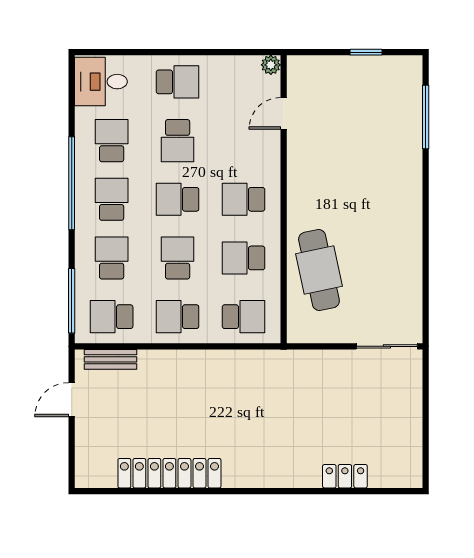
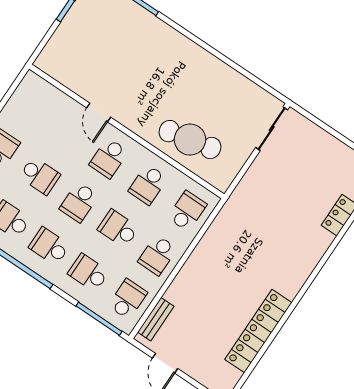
plant: (271, 65) -> (31, 79), removed
door: (284, 113) -> (99, 112), moved
school desk: (112, 317) -> (128, 299), turned 180

